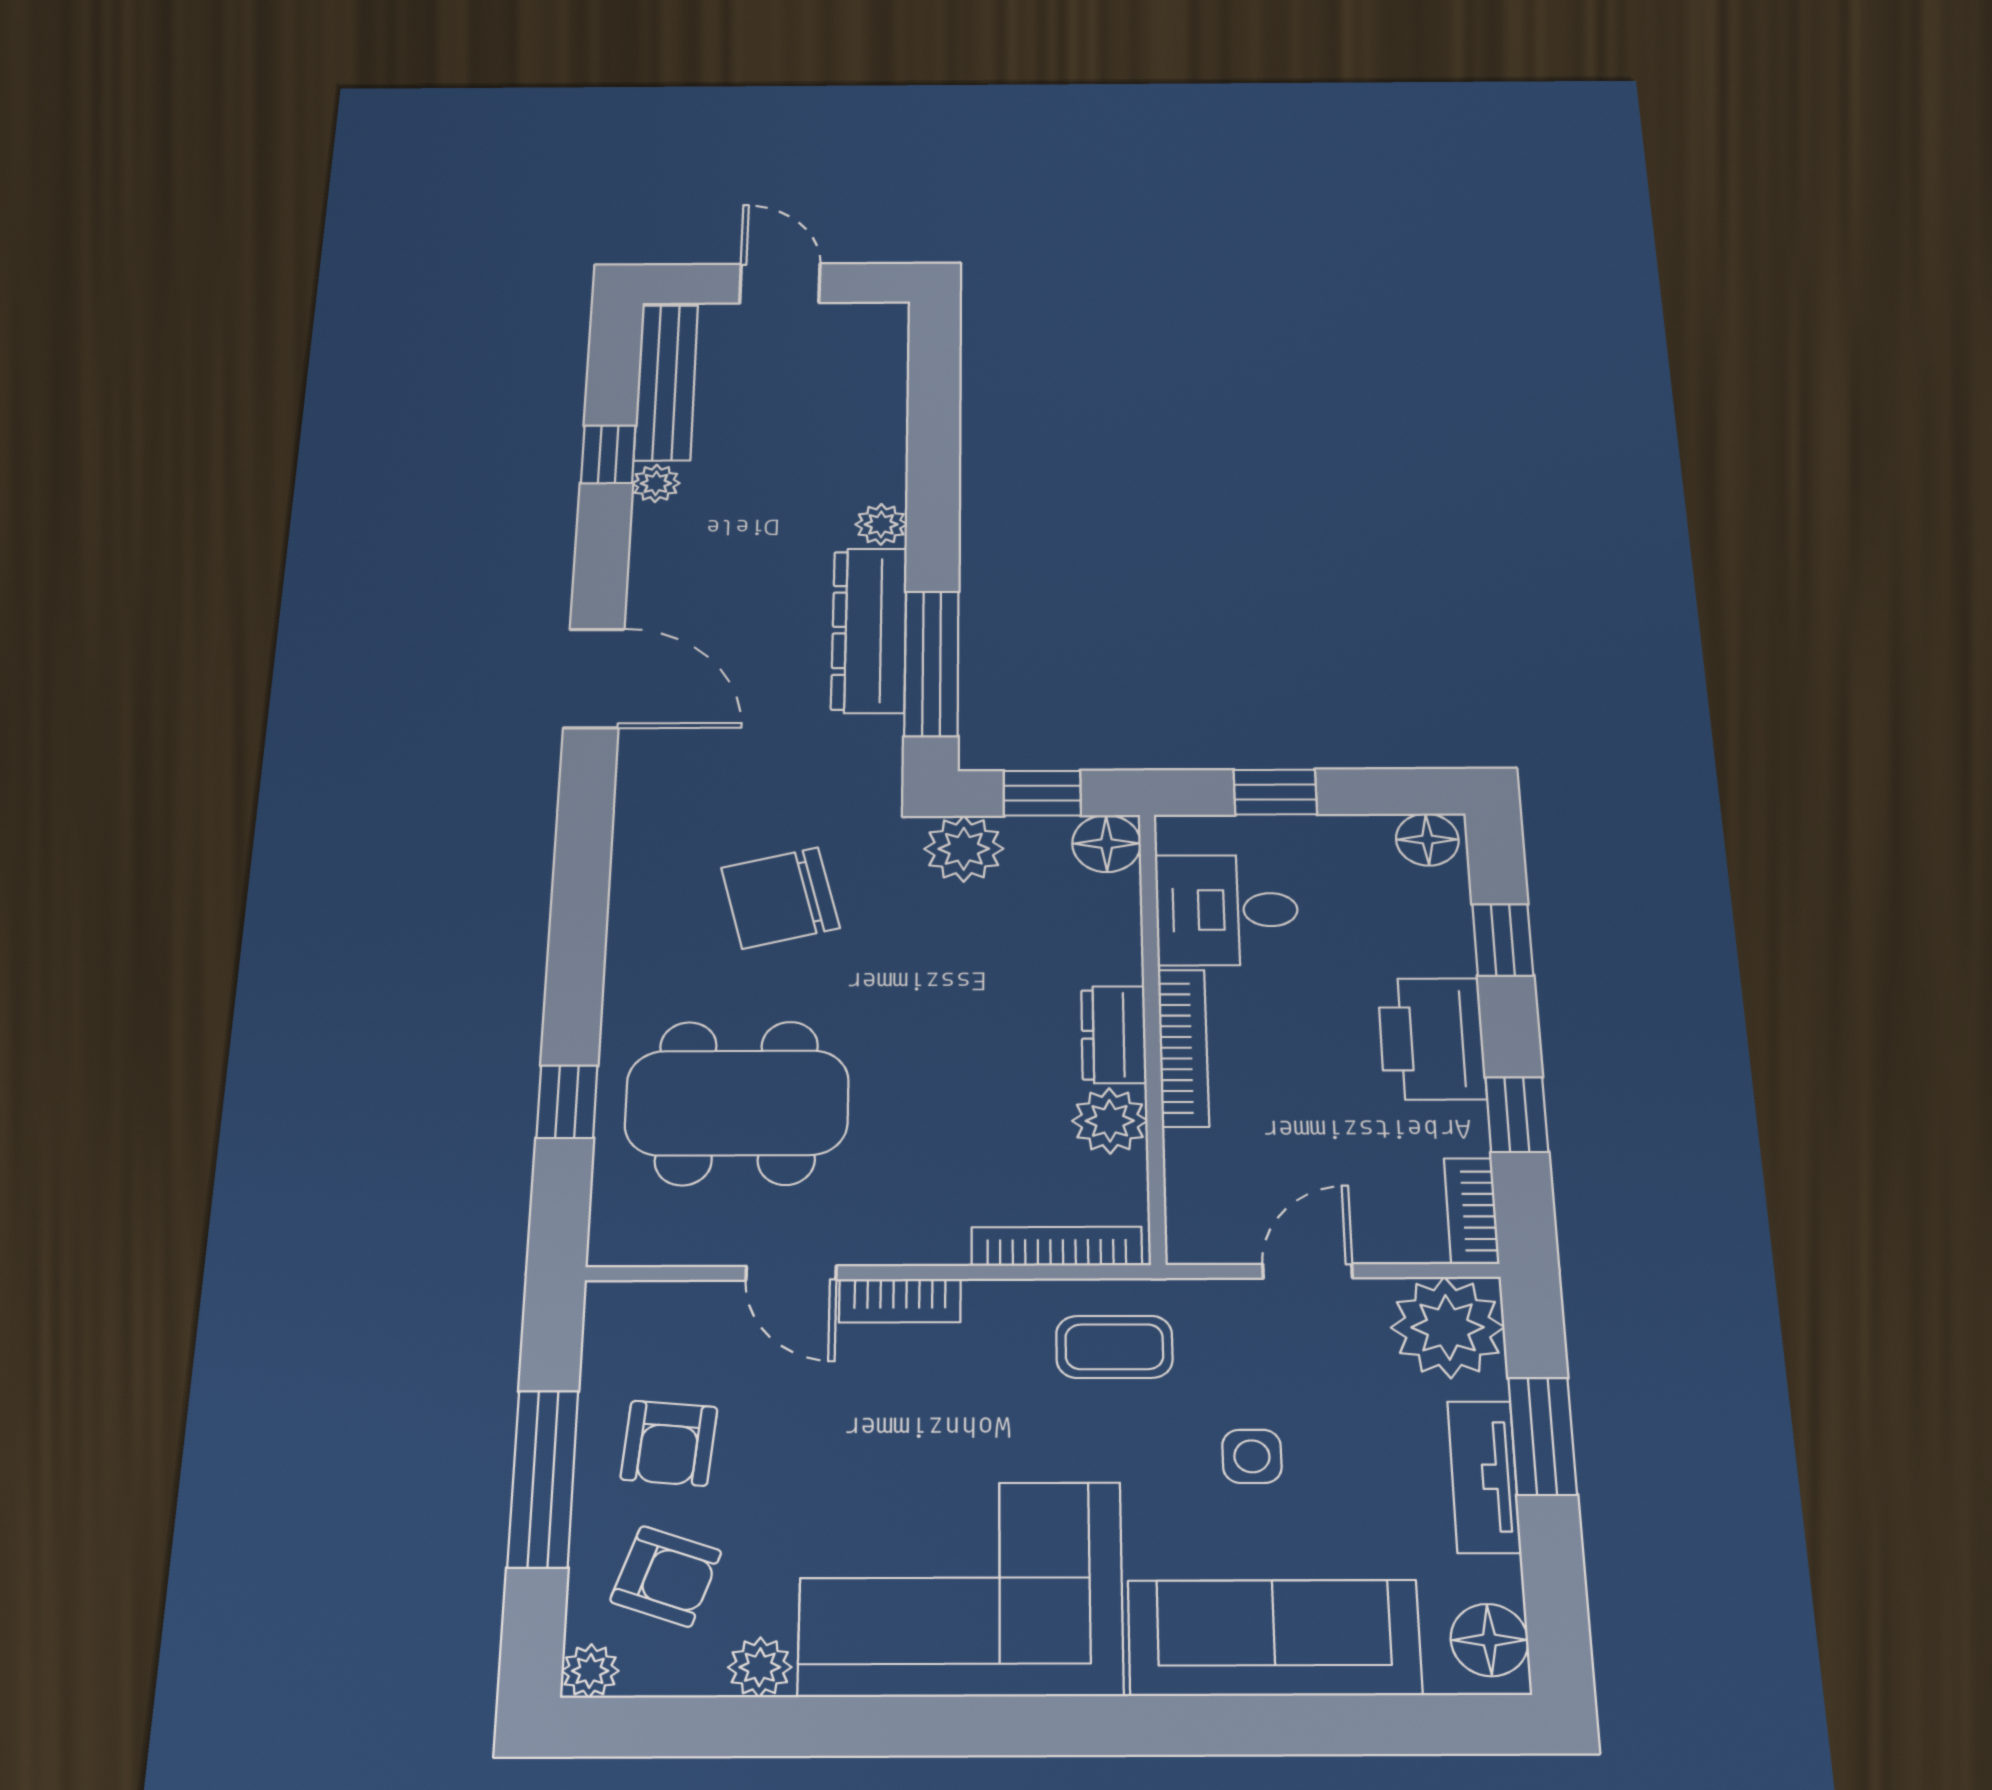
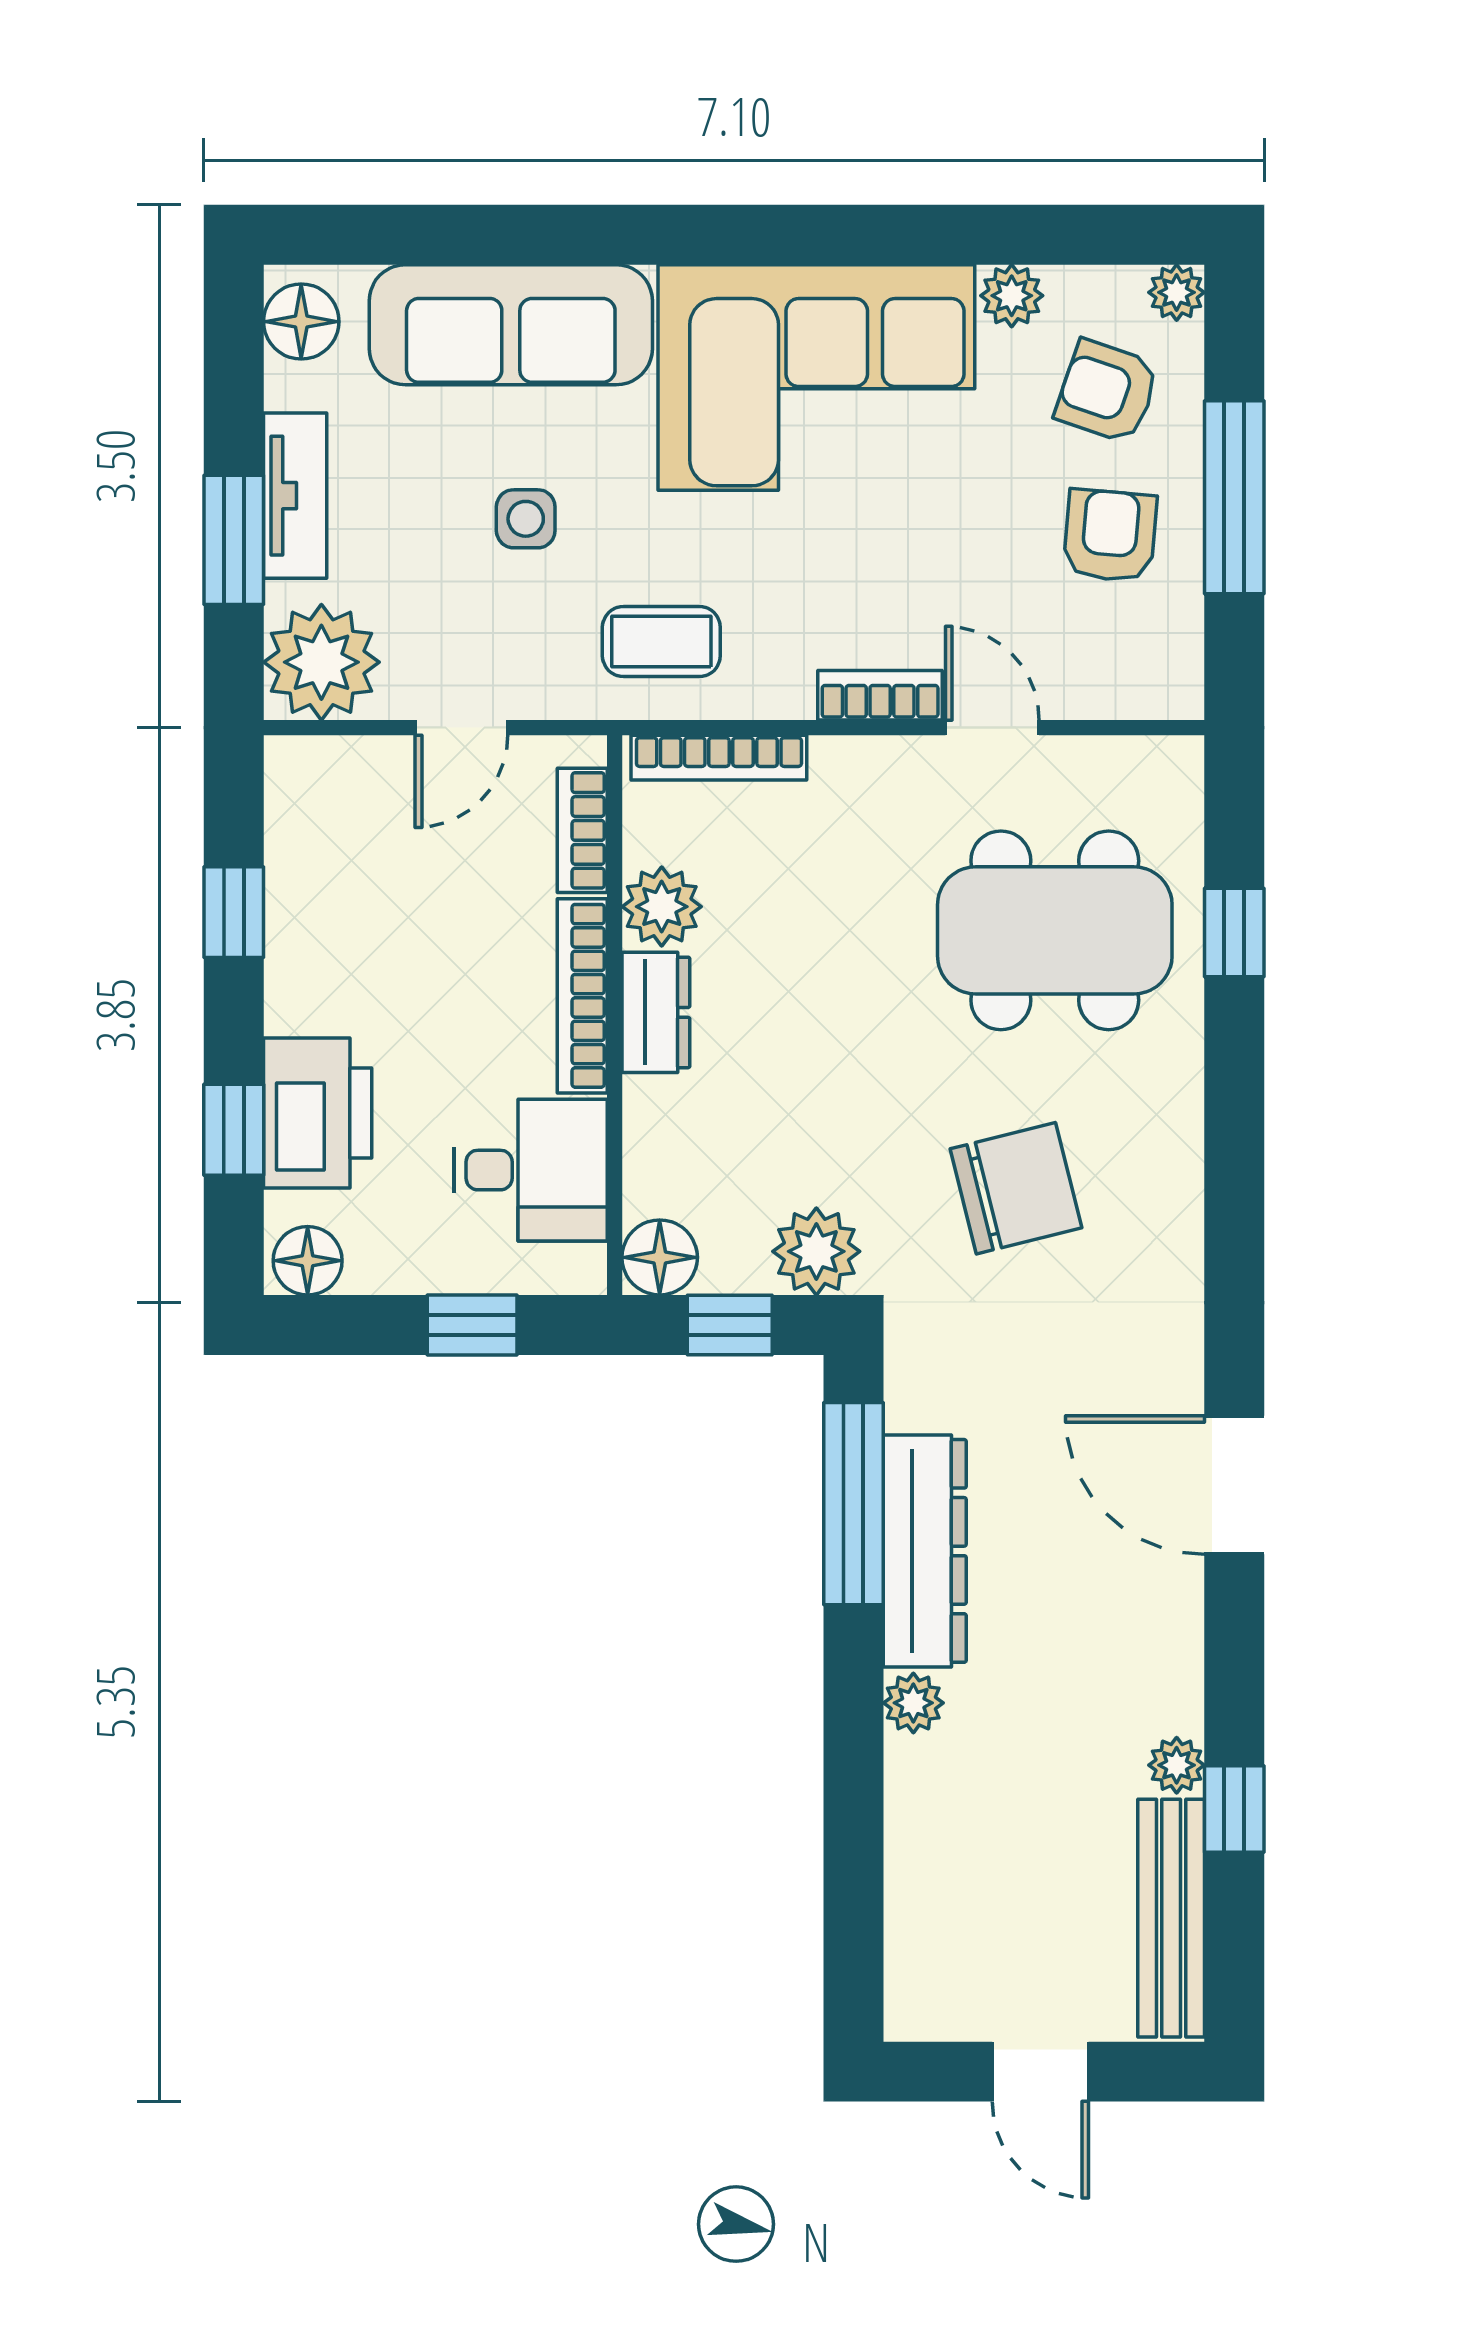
printer: (1432, 1039) -> (318, 1113), moved
bookcase: (1472, 1211) -> (582, 830), moved, turned 180

